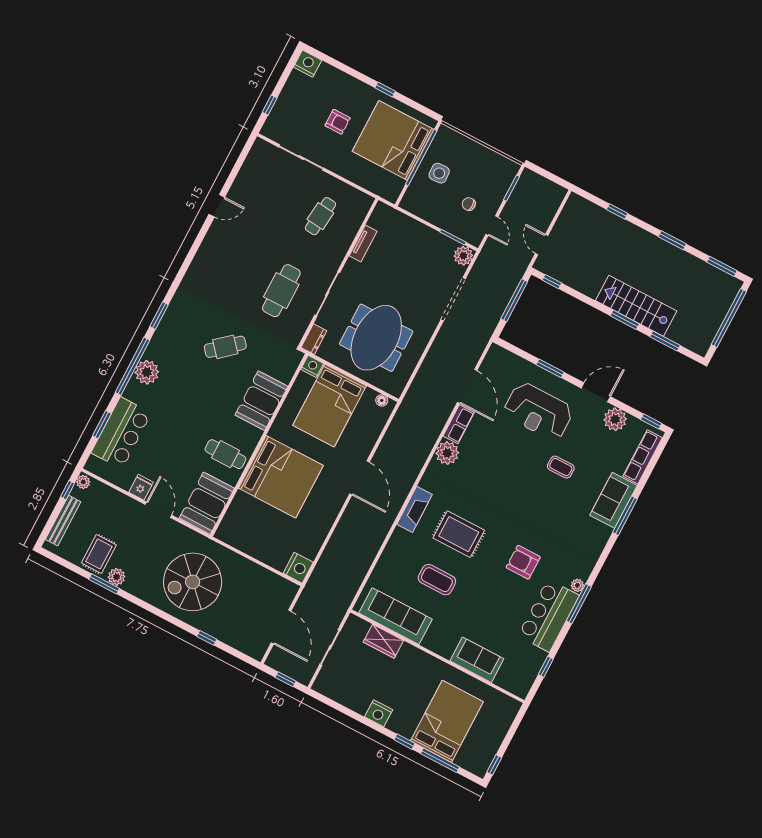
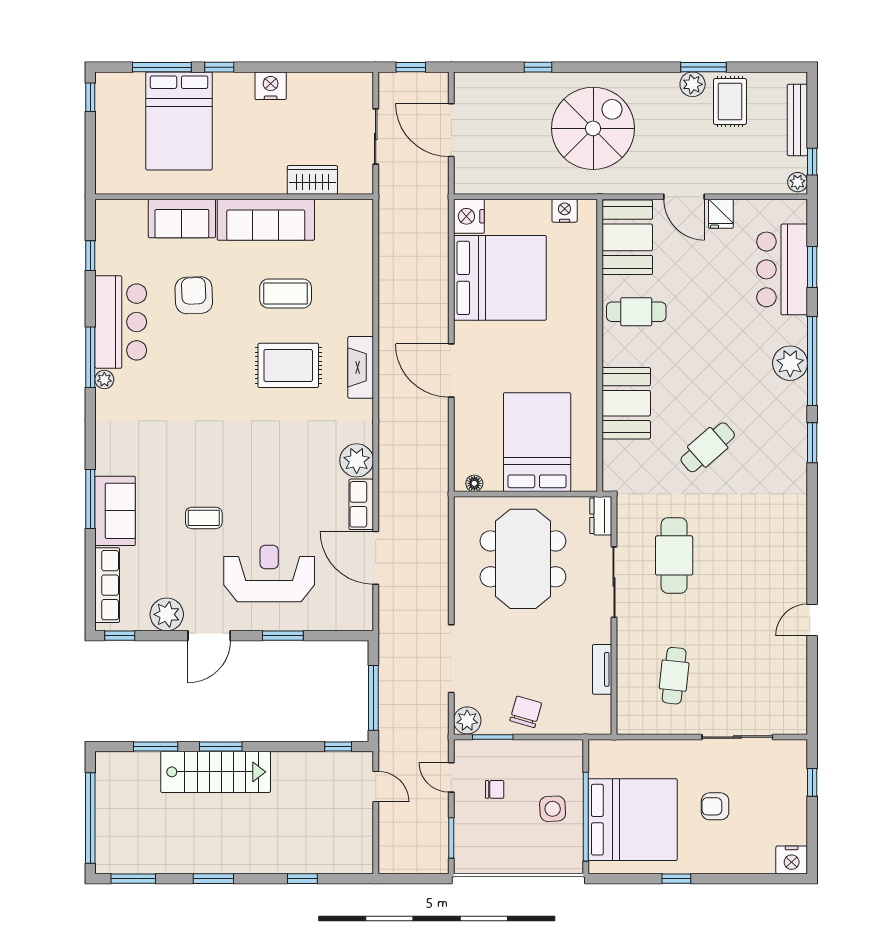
chair: (424, 242) -> (526, 712), added
nightstand: (312, 366) -> (565, 211), moved, turned 180
bed: (281, 477) -> (500, 278), moved, turned 180
armchair: (523, 562) -> (194, 295), moved, turned -92
sofa: (395, 616) -> (266, 220), moved

